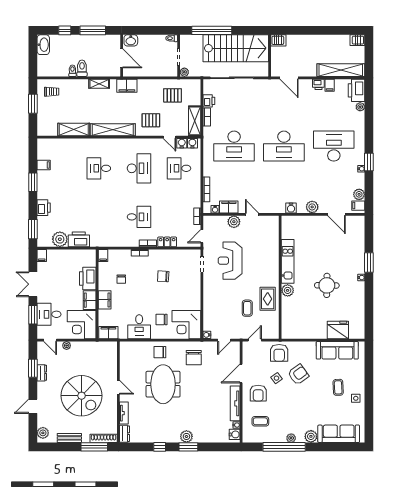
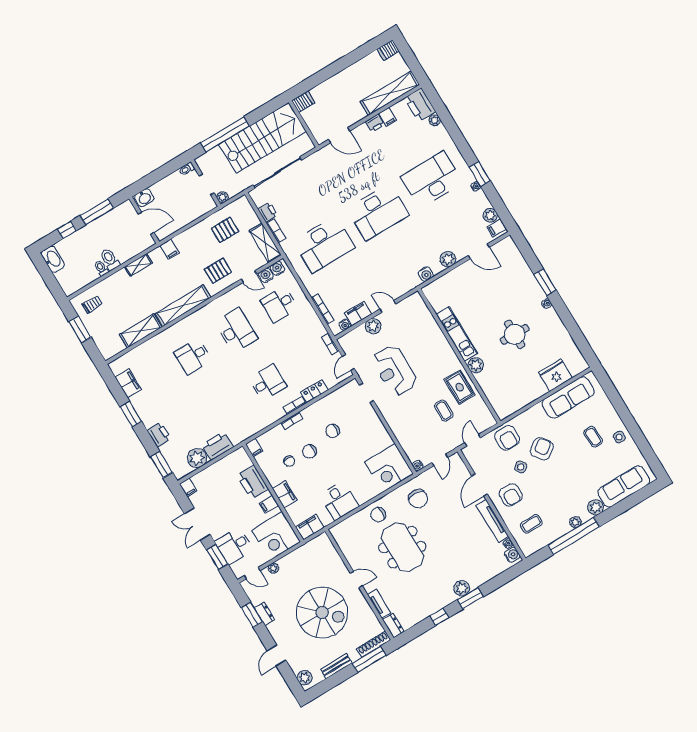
filing cabinet: (127, 86) -> (170, 249), width x0.50
filing cabinet: (44, 165) -> (128, 383), width x2.00
filing cabinet: (90, 300) -> (269, 504), width x0.50
chair: (161, 319) -> (309, 451), moved

